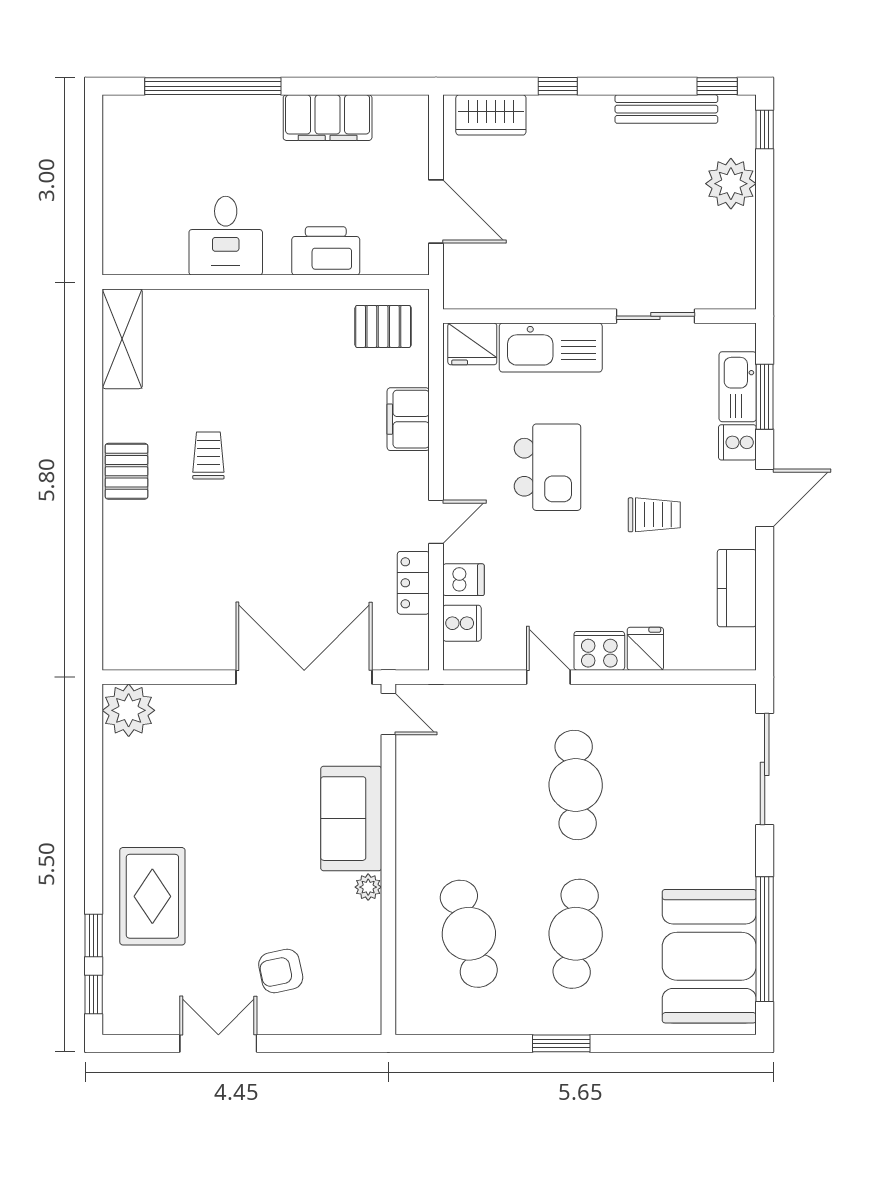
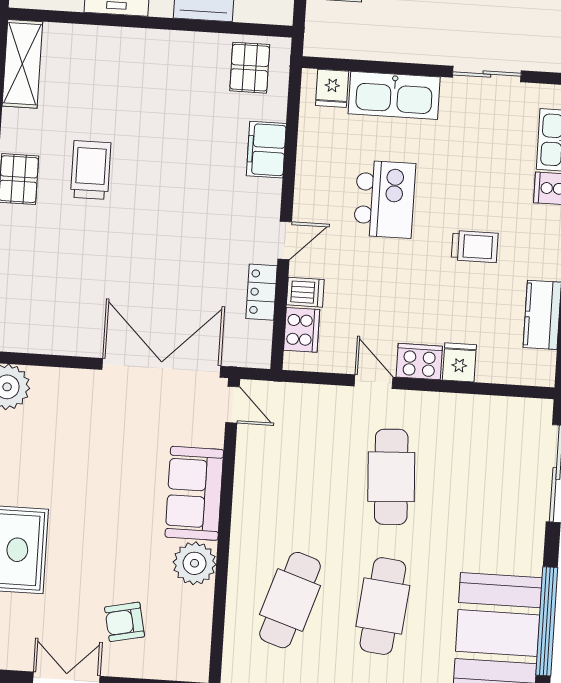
pallet: (383, 326) -> (250, 68), turned 90
fridge: (472, 344) -> (332, 88), width x0.72
trolley: (208, 456) -> (91, 170), width x1.36, depth x1.39
cooker: (462, 623) -> (302, 330), width x1.36
plant: (368, 887) -> (195, 563), width x1.87, depth x1.87
cafe table: (469, 934) -> (290, 600), turned 33

